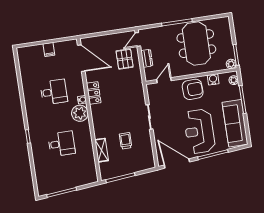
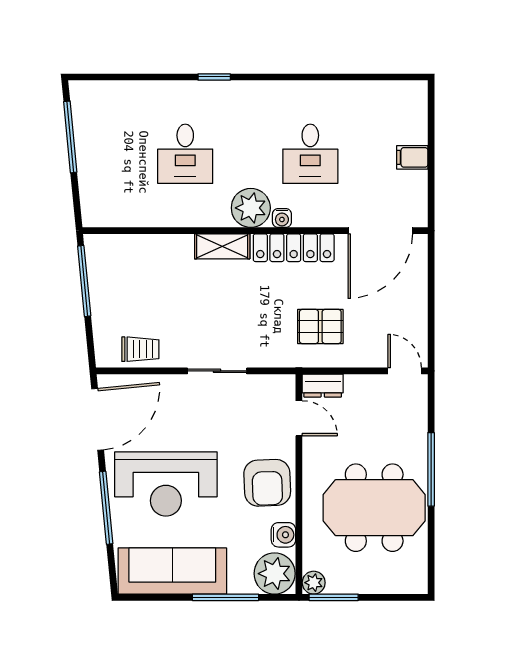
dresser: (147, 58) -> (323, 386), moved
pallet: (125, 59) -> (320, 326), moved
plant: (234, 80) -> (275, 574), width x1.88, depth x1.88
locker: (94, 93) -> (294, 248), width x1.53
reception desk: (199, 131) -> (166, 484), turned 180
trolley: (126, 141) -> (140, 349), moved
shelving: (102, 150) -> (222, 246), moved

